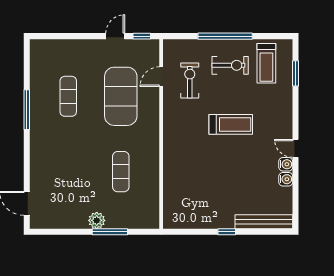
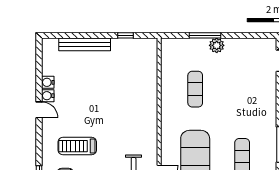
treadmill: (231, 124) -> (77, 146), moved
bench: (264, 222) -> (85, 44), moved
window: (227, 232) -> (126, 35), moved

